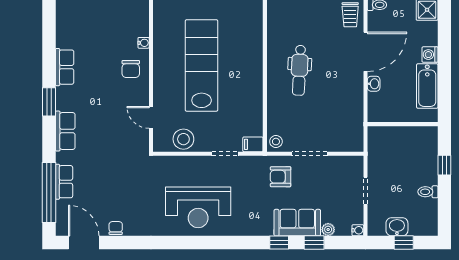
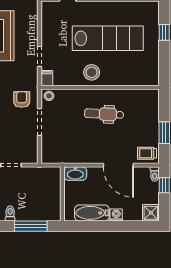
washbasin: (374, 84) -> (75, 174), moved, width x1.91, depth x1.45
stool: (183, 139) -> (92, 72), moved
window: (444, 165) -> (31, 226), width x2.17

